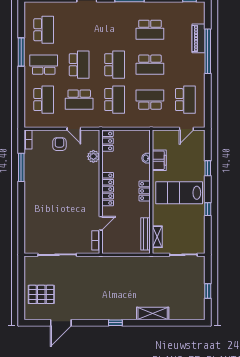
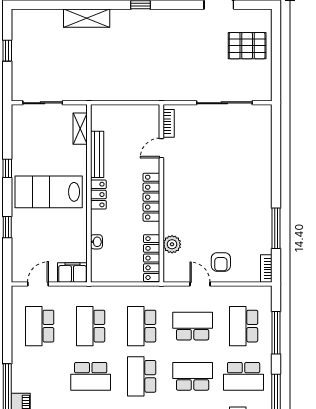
school desk: (79, 65) -> (193, 376), turned 90
school desk: (150, 65) -> (91, 376), turned 180
window: (21, 95) -> (276, 333), added
school desk: (150, 100) -> (91, 326), turned 90
locker: (108, 141) -> (152, 258), width x1.53
filing cabinet: (159, 160) -> (72, 273), moved, turned 90
lab bench: (179, 193) -> (49, 192), turned 180
bench: (145, 234) -> (97, 154), moved

